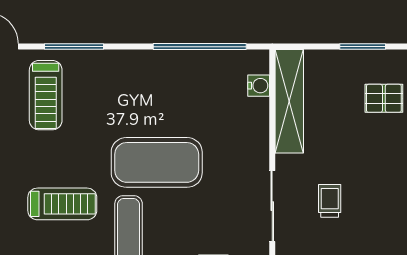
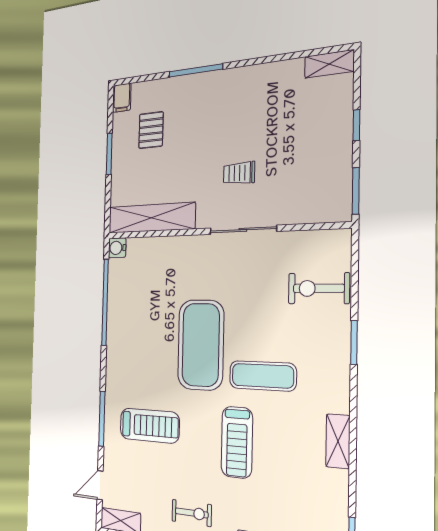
water cooler: (259, 86) -> (117, 248), moved, turned -90
treadmill: (46, 95) -> (149, 426), moved
treadmill: (62, 204) -> (237, 442), turned 180

